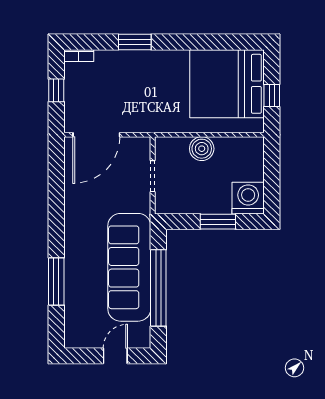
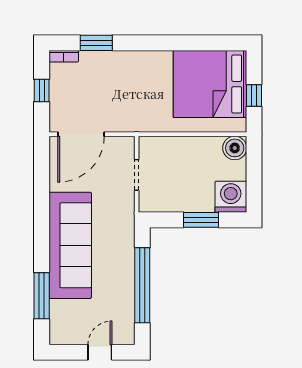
window: (135, 42) -> (96, 43), moved
boiler: (202, 149) -> (235, 148), moved
sofa: (129, 267) -> (70, 245), moved, turned 180
window: (56, 282) -> (42, 296), moved

